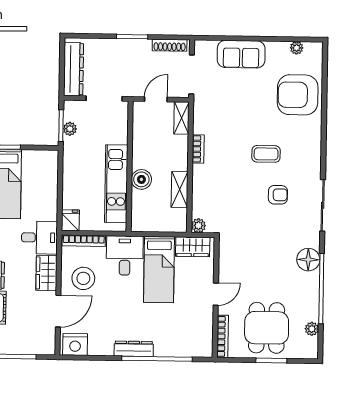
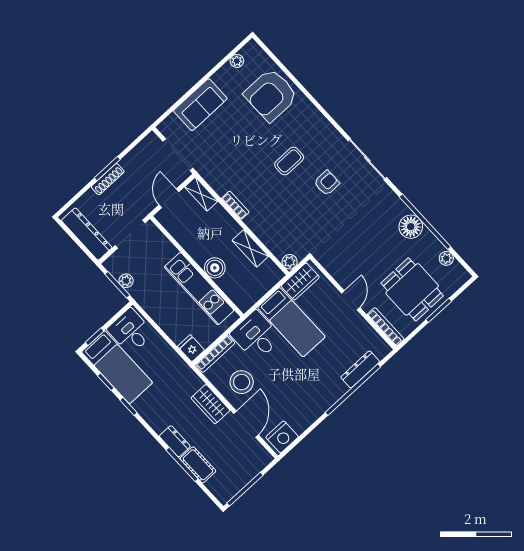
shoe rack: (170, 45) -> (108, 179), moved
desk: (39, 238) -> (130, 331), moved, turned -90
floor lamp: (308, 260) -> (411, 227), moved
dresser: (134, 349) -> (360, 369), moved

